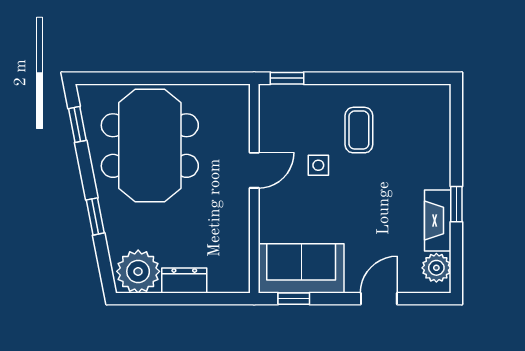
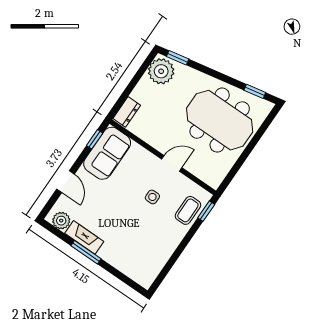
coffee table: (359, 130) -> (188, 210), moved, turned 90
door: (254, 170) -> (172, 163), swing flipped
window: (456, 204) -> (86, 252), width x1.50
window: (95, 216) -> (178, 58), moved
dresser: (184, 280) -> (127, 112), moved

